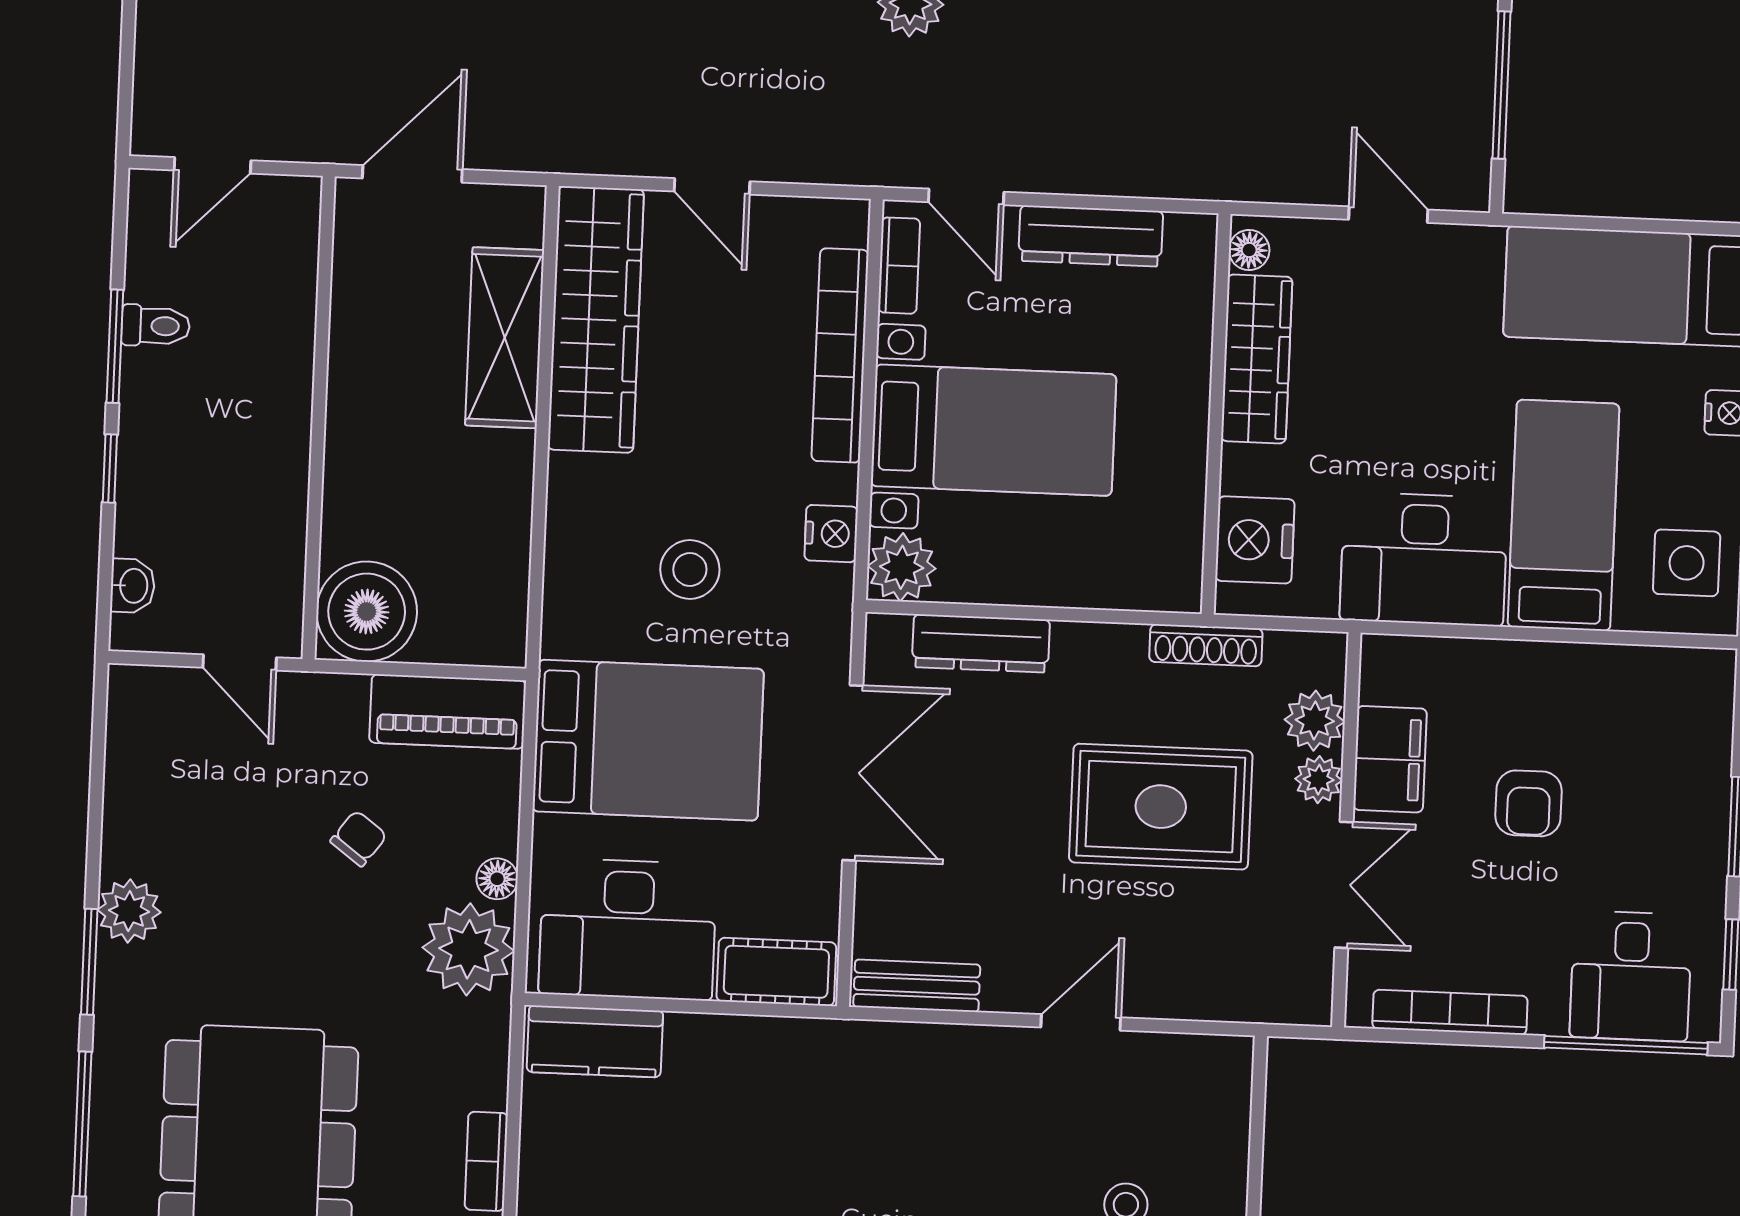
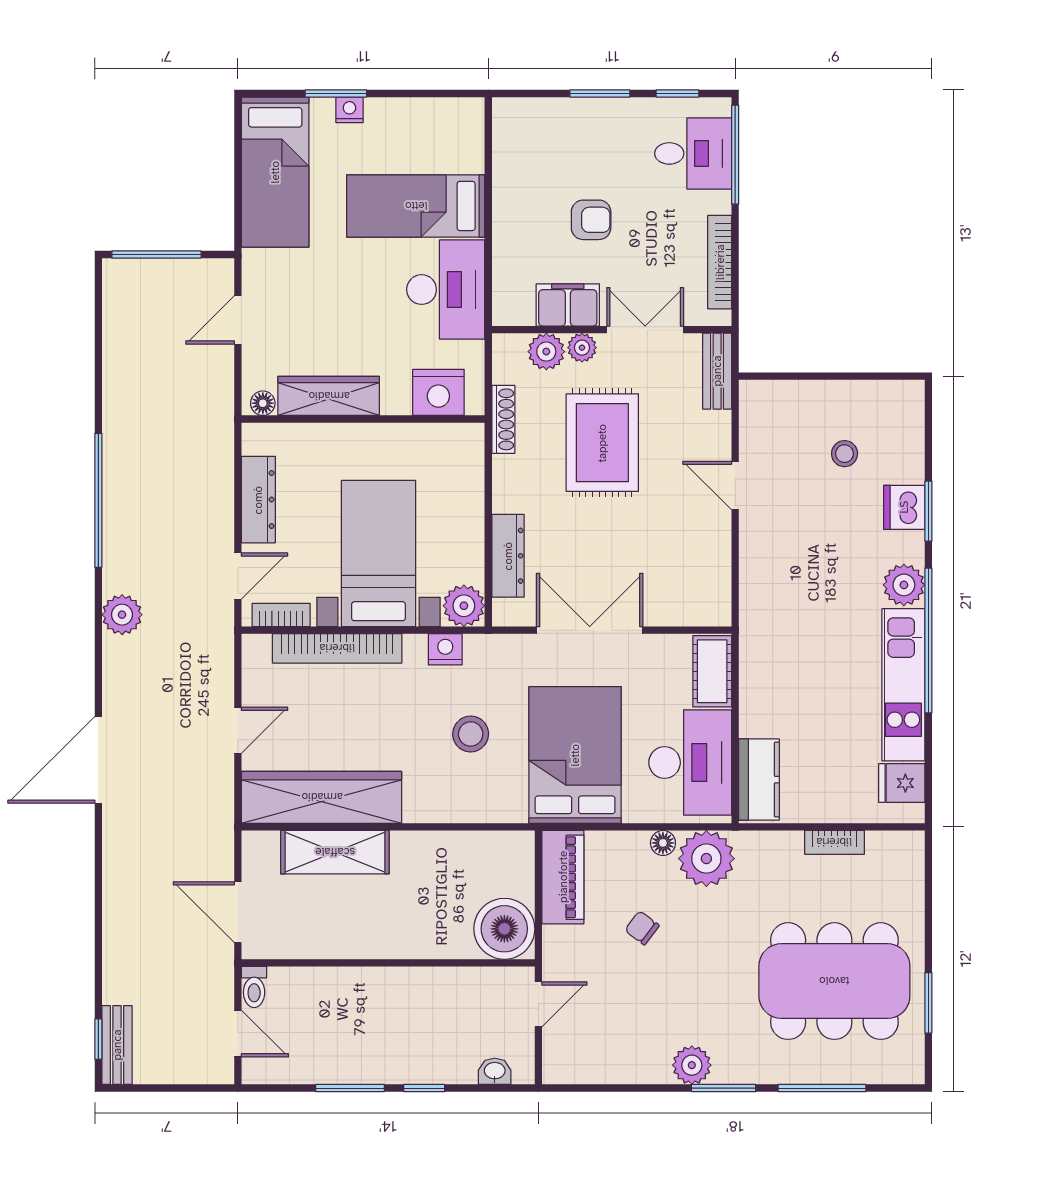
toilet: (156, 326) -> (254, 987), moved, turned 180
side table: (1687, 563) -> (441, 130), removed
bench: (917, 986) -> (717, 371), moved

